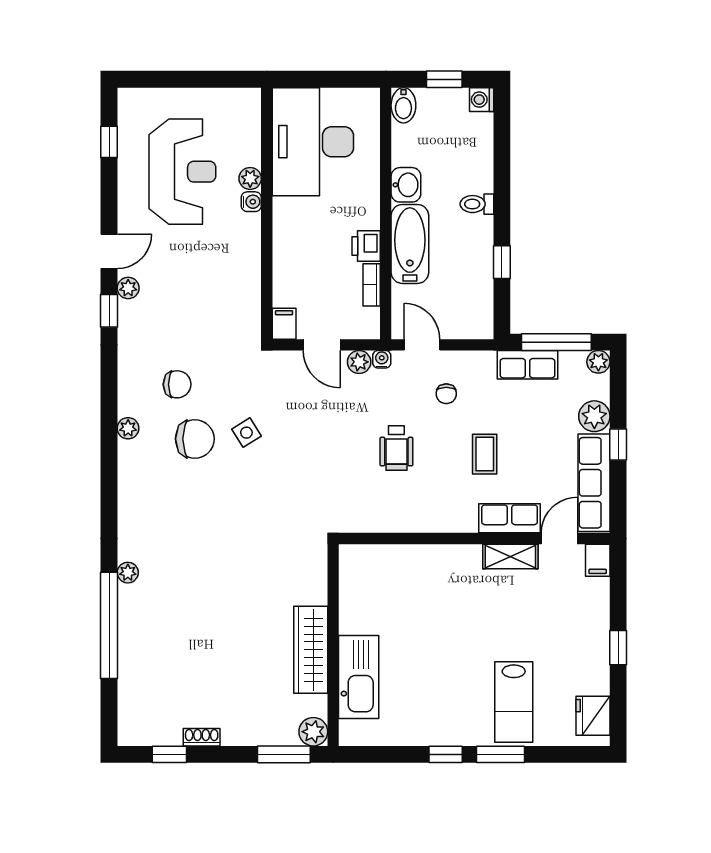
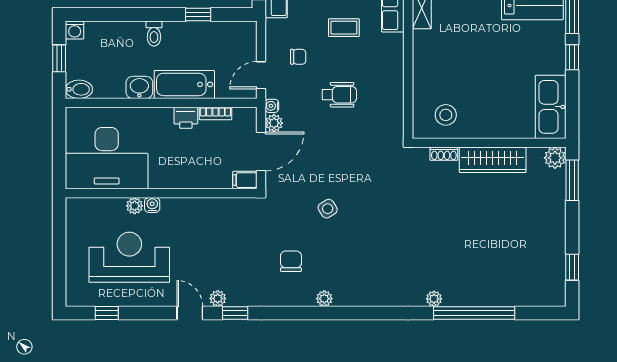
door: (322, 345) -> (261, 151), width x1.38
chair: (195, 439) -> (332, 248), removed
stool: (370, 588) -> (446, 115), added
kitchen sink: (359, 677) -> (551, 107), moved, turned -90
shoe rack: (202, 737) -> (444, 154), moved, turned -90

